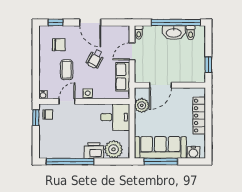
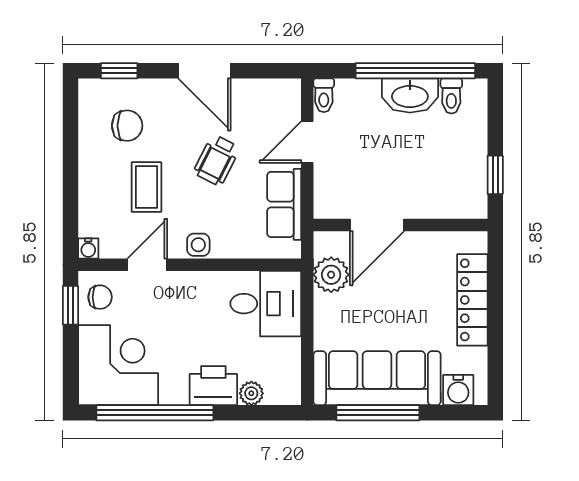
corner desk: (55, 142) -> (118, 365), added
plant: (114, 149) -> (251, 393), width x0.53, depth x0.53

